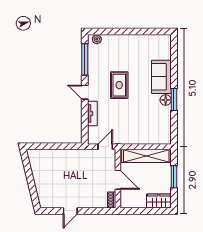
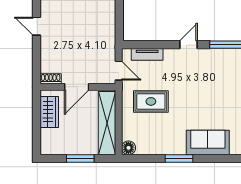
rug: (119, 85) -> (151, 101), moved
floor lamp: (166, 100) -> (128, 148), moved
tv unit: (92, 113) -> (147, 54), moved
wardrobe: (159, 201) -> (49, 112), moved

